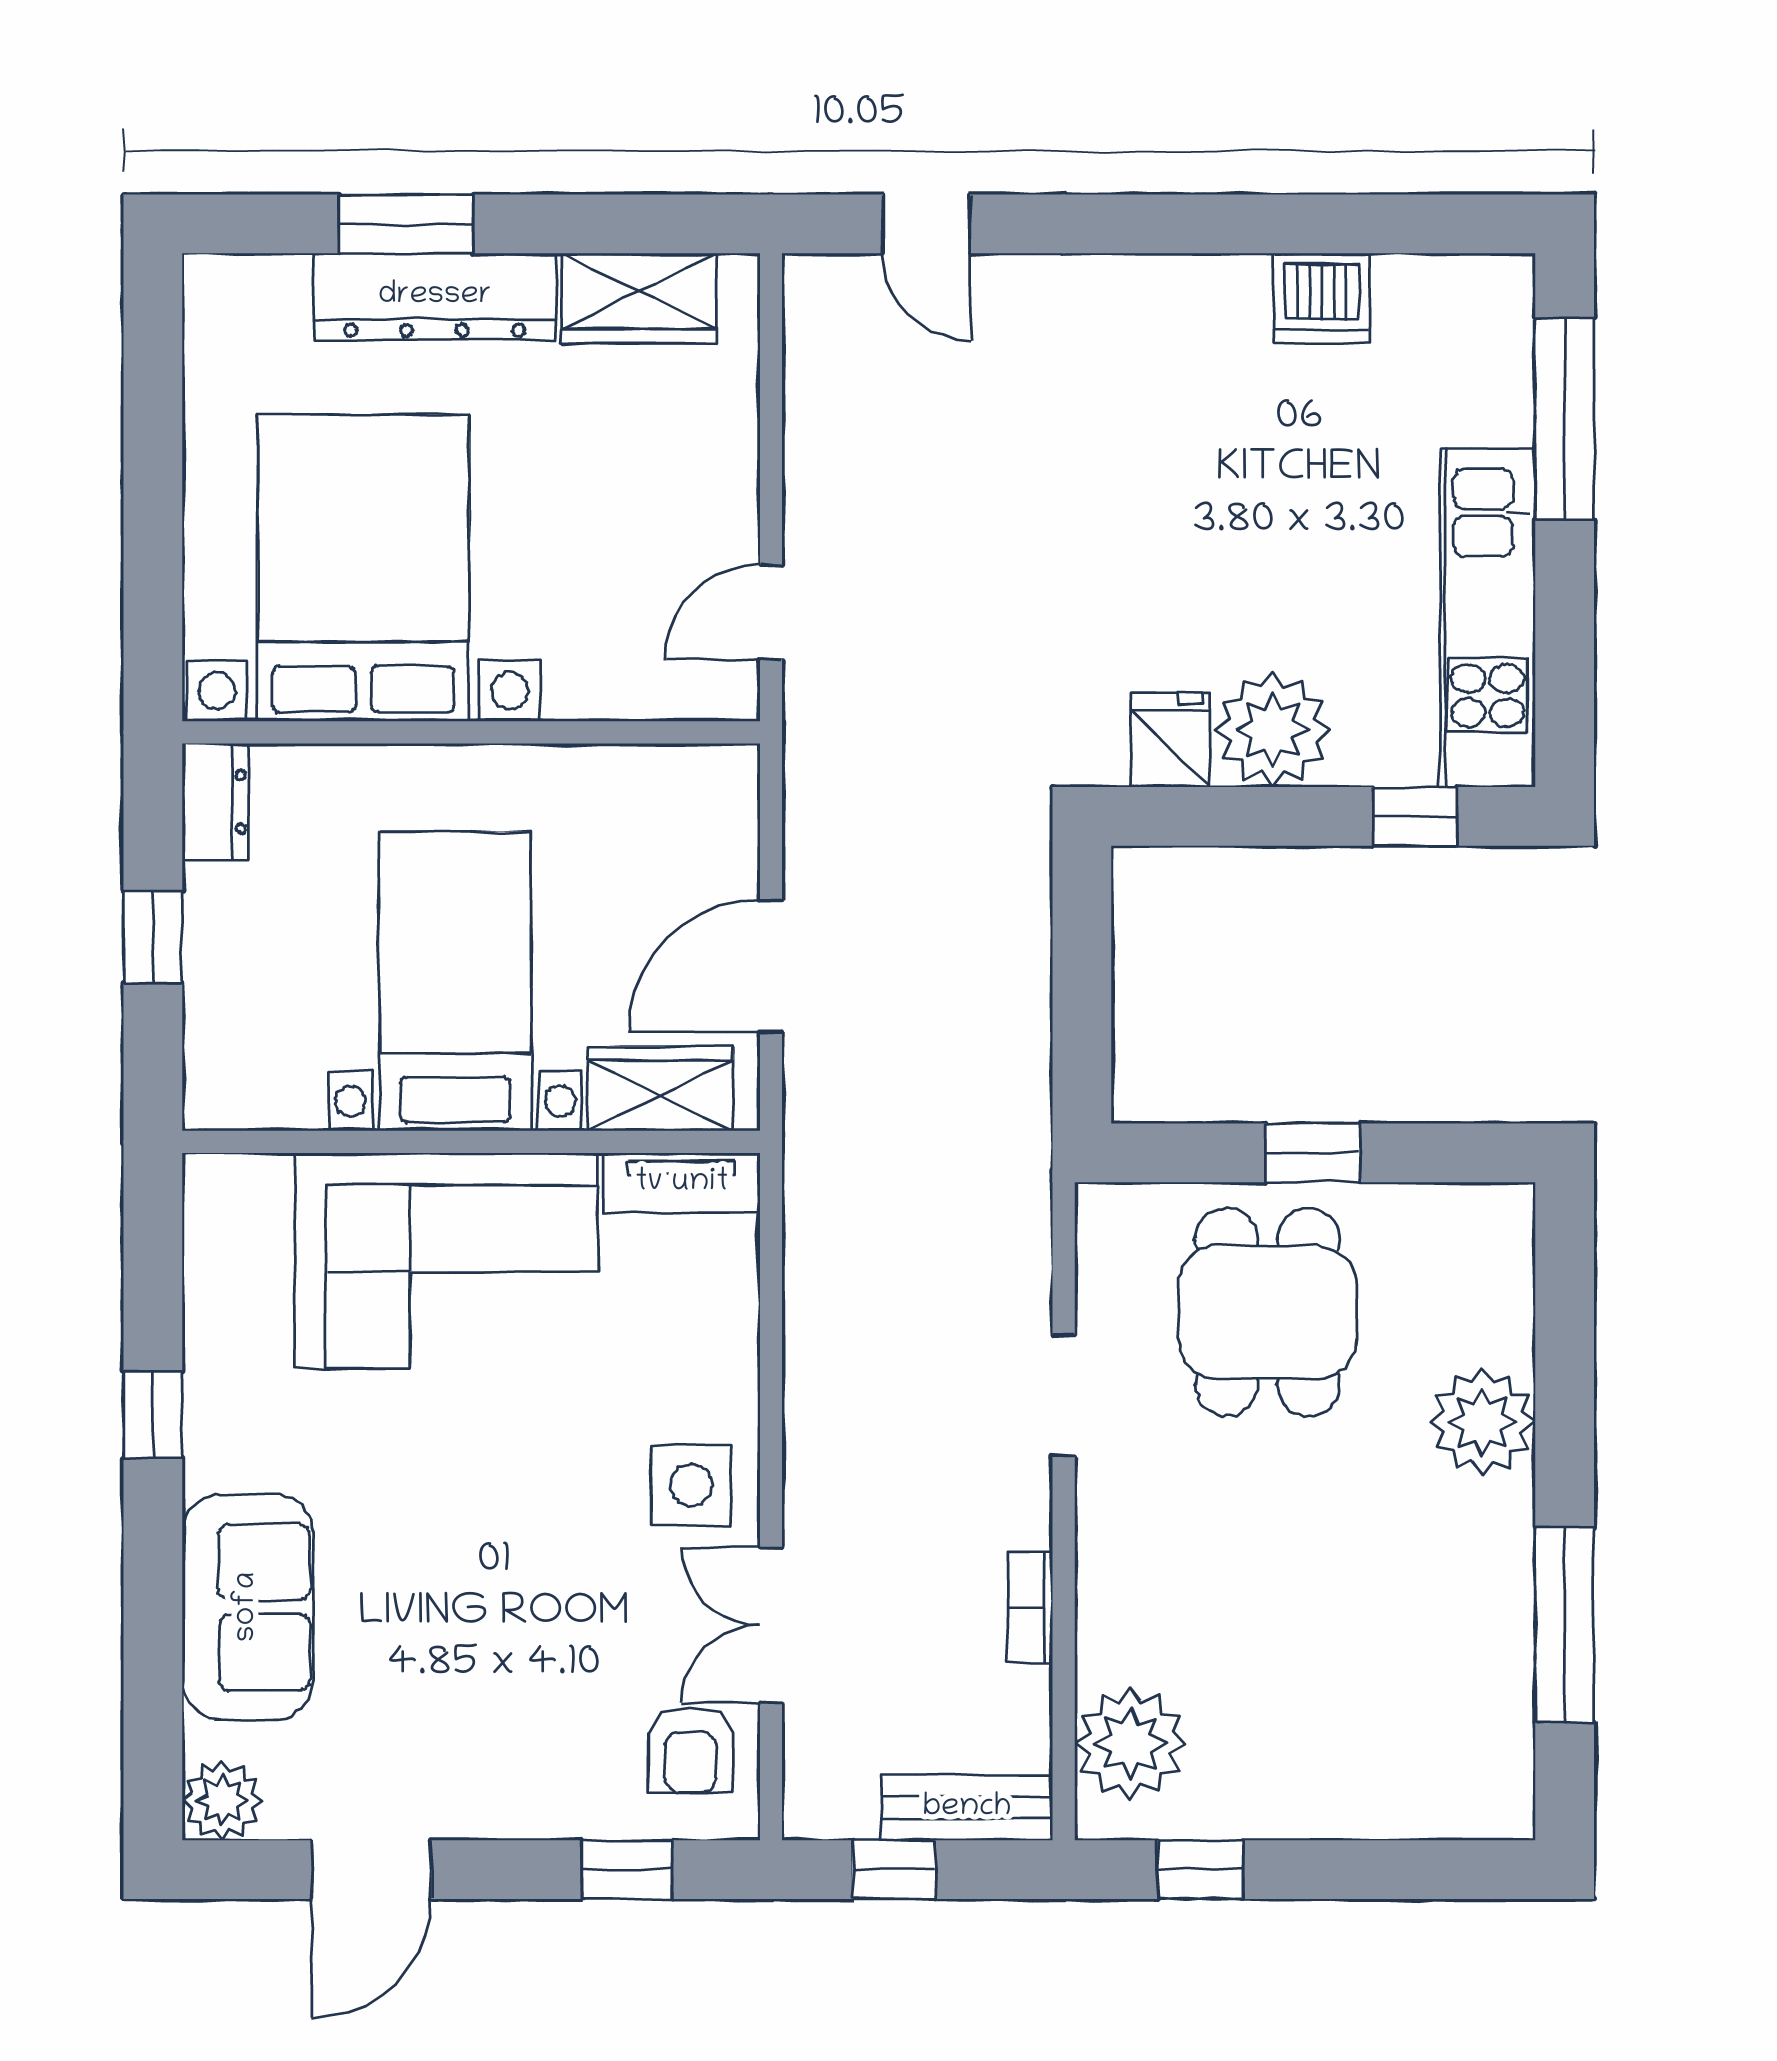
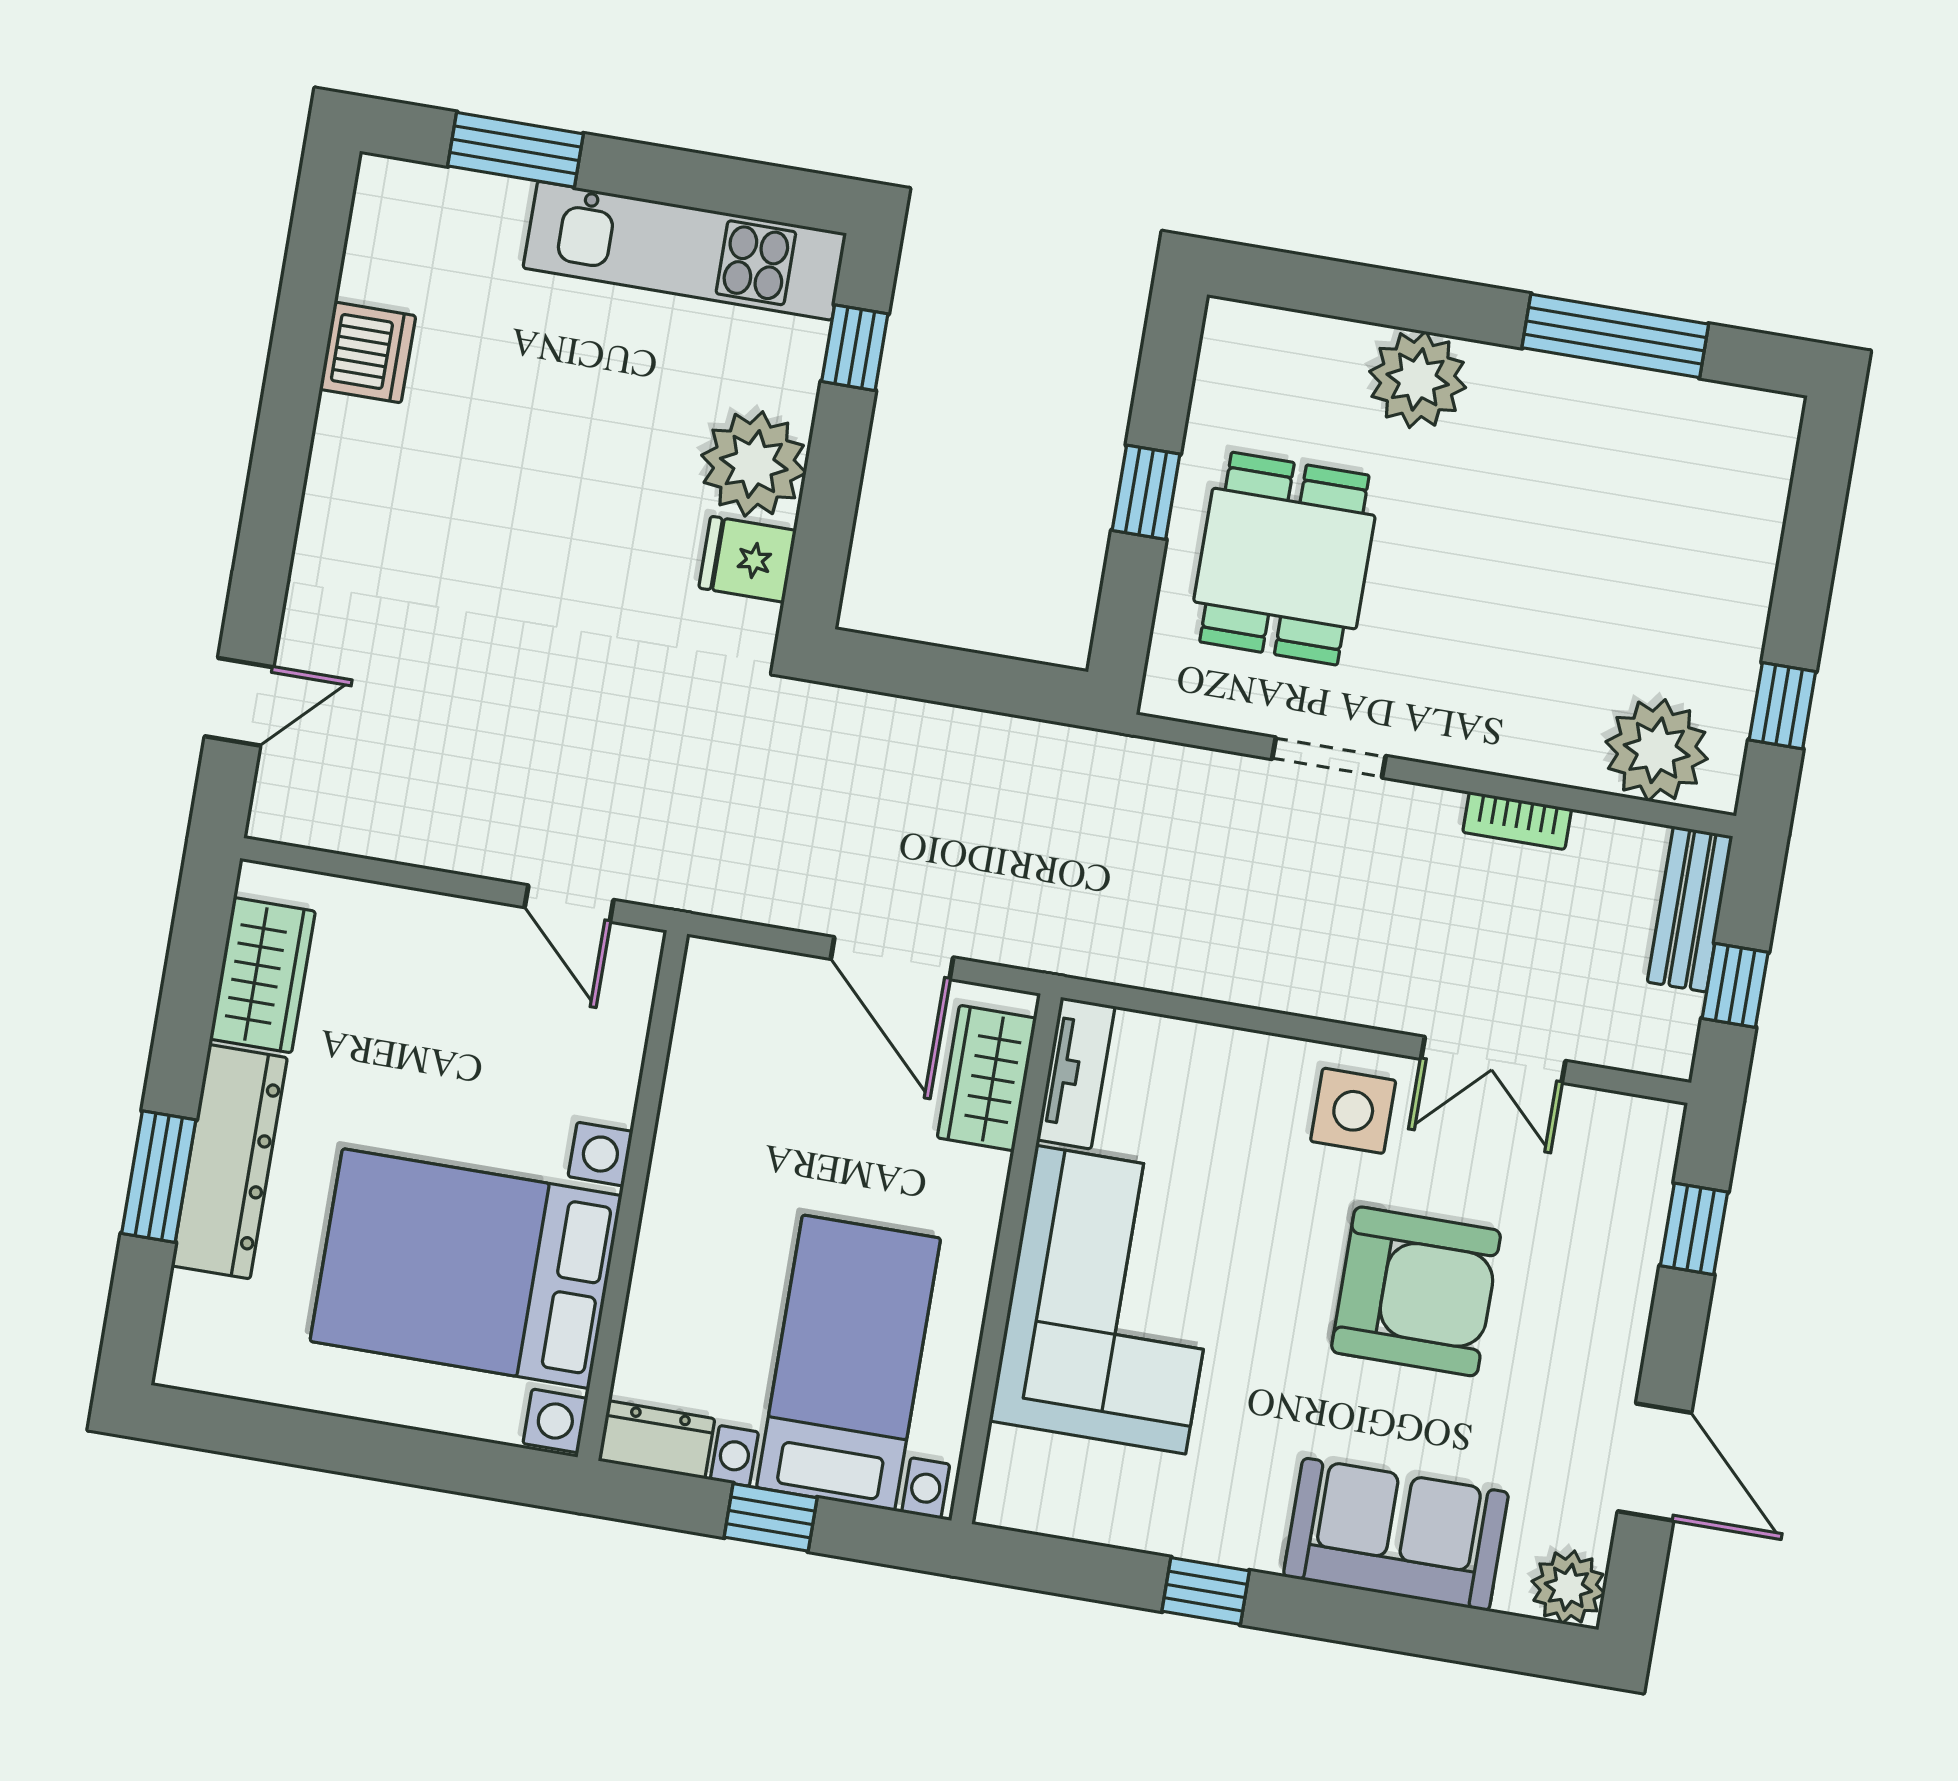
window: (1565, 419) -> (515, 150), width x0.69
bed with nightstands: (455, 981) -> (848, 1363), moved, turned 90
dining table: (1268, 1312) -> (1284, 559), turned 90
armchair: (691, 1750) -> (1416, 1291), moved, width x1.88, depth x1.88

